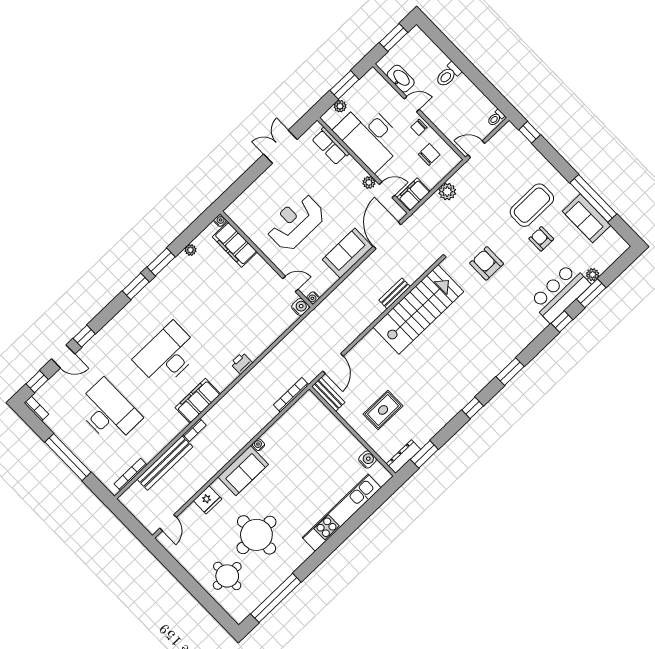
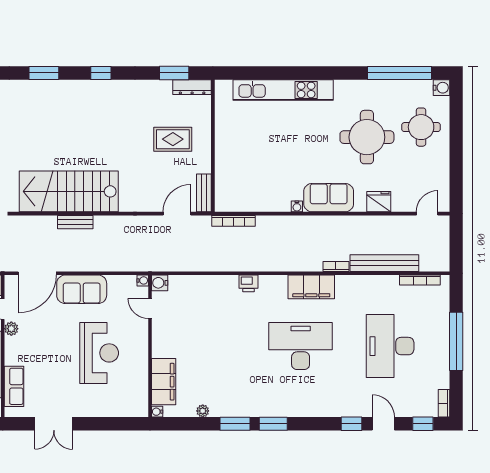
reception desk: (296, 222) -> (99, 353), turned -90
desk: (167, 355) -> (301, 346), turned 180
water cooler: (367, 459) -> (441, 88), moved, turned 180

